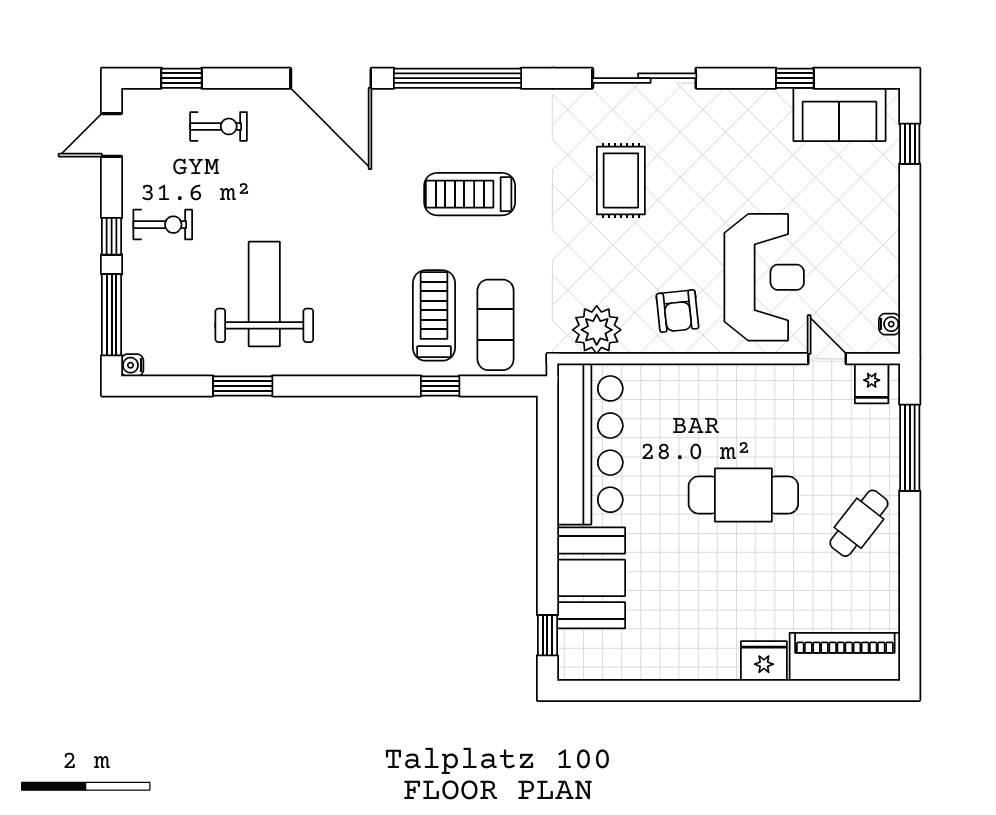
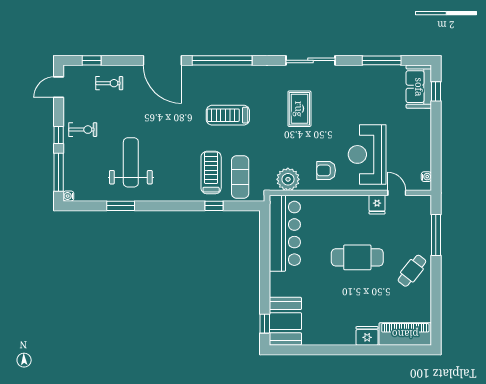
window: (795, 78) -> (382, 60), width x2.17
sofa: (839, 114) -> (419, 87), moved, turned 90
reception desk: (764, 277) -> (367, 154), turned 180
armchair: (677, 311) -> (326, 170), turned 96
fridge: (872, 383) -> (377, 205), moved
booth: (591, 578) -> (285, 321), moved

